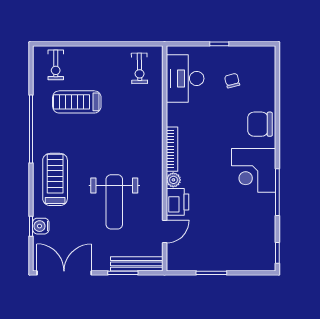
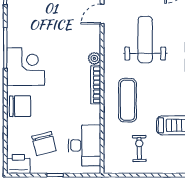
exercise bike: (139, 68) -> (139, 148), moved
chair: (232, 81) -> (44, 144), width x1.87, depth x1.87
exercise mat: (135, 131) -> (128, 100), added
printer: (177, 202) -> (18, 164), moved, turned 90

